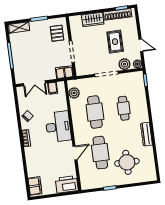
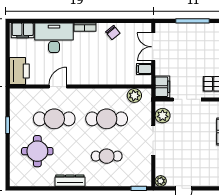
rug: (115, 42) -> (193, 156), removed
plant: (124, 64) -> (163, 116), moved
desk: (58, 127) -> (54, 38), moved, turned 180
door: (75, 153) -> (58, 87), swing flipped

